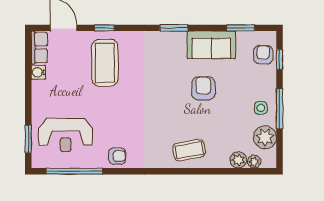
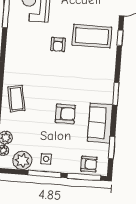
window: (280, 59) -> (84, 177), width x2.17
armchair: (117, 156) -> (58, 44), moved

